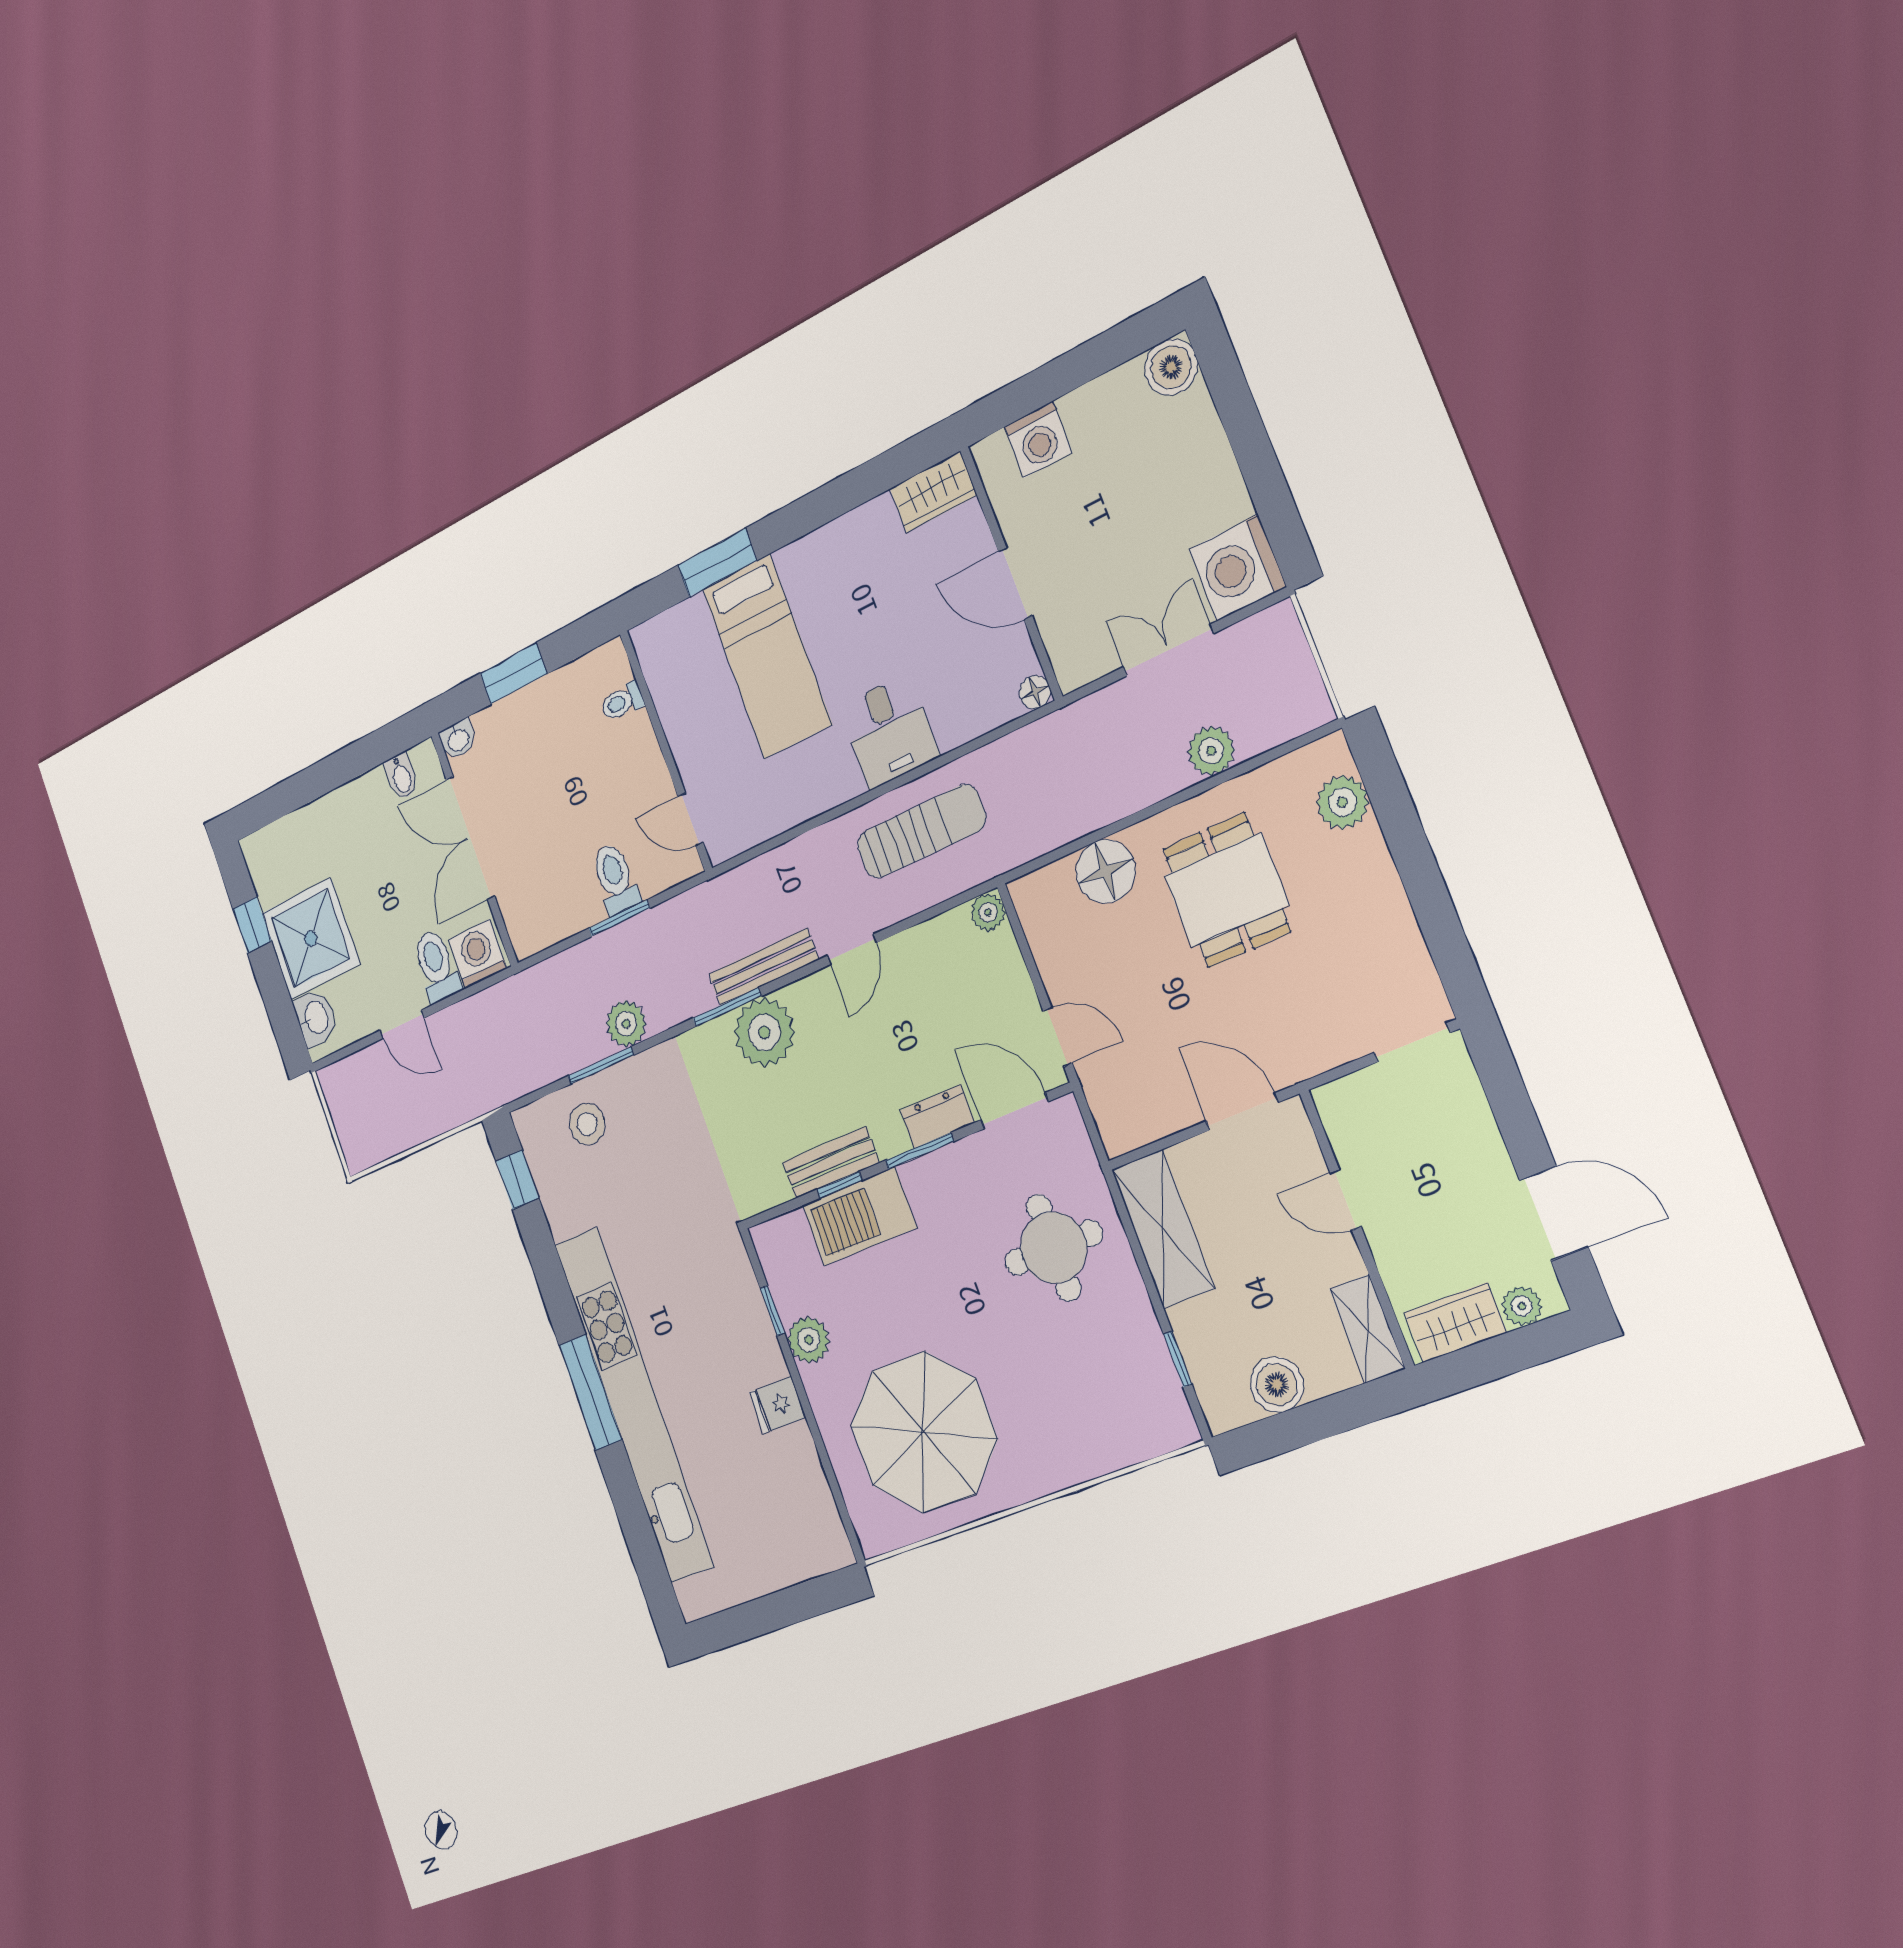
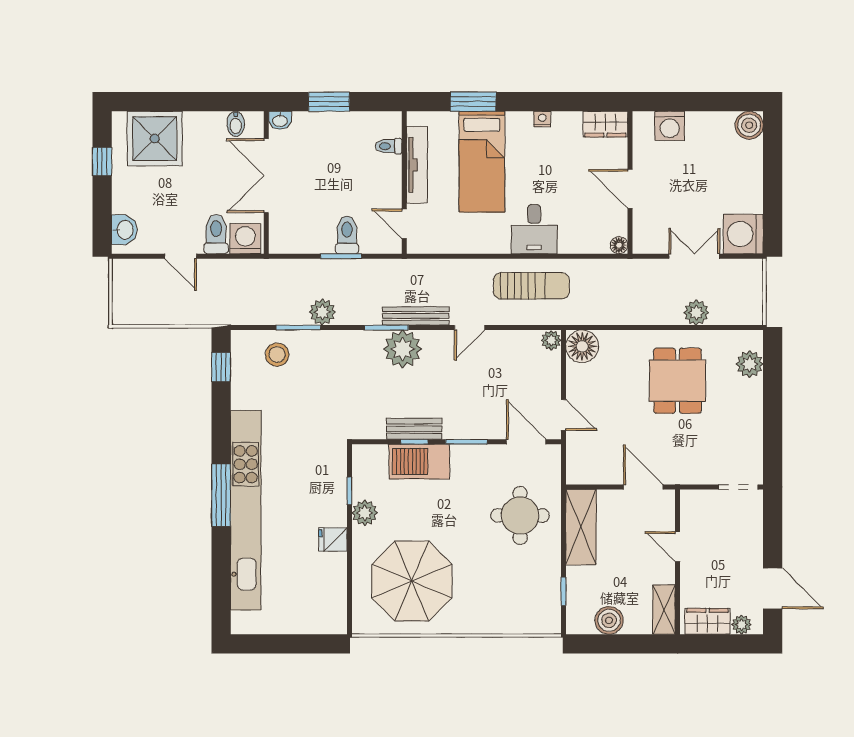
nightstand: (832, 536) -> (542, 119), added
tv unit: (674, 711) -> (417, 165), added
floor lamp: (1105, 871) -> (582, 346), moved
shower: (311, 939) -> (155, 139), moved
dresser: (937, 1116) -> (483, 429), removed

